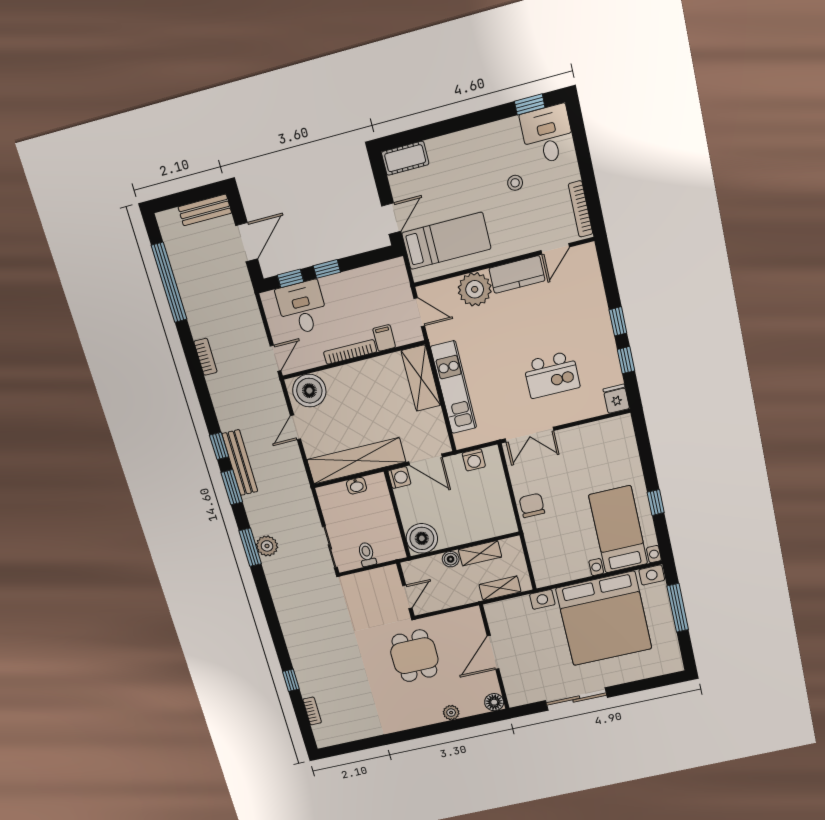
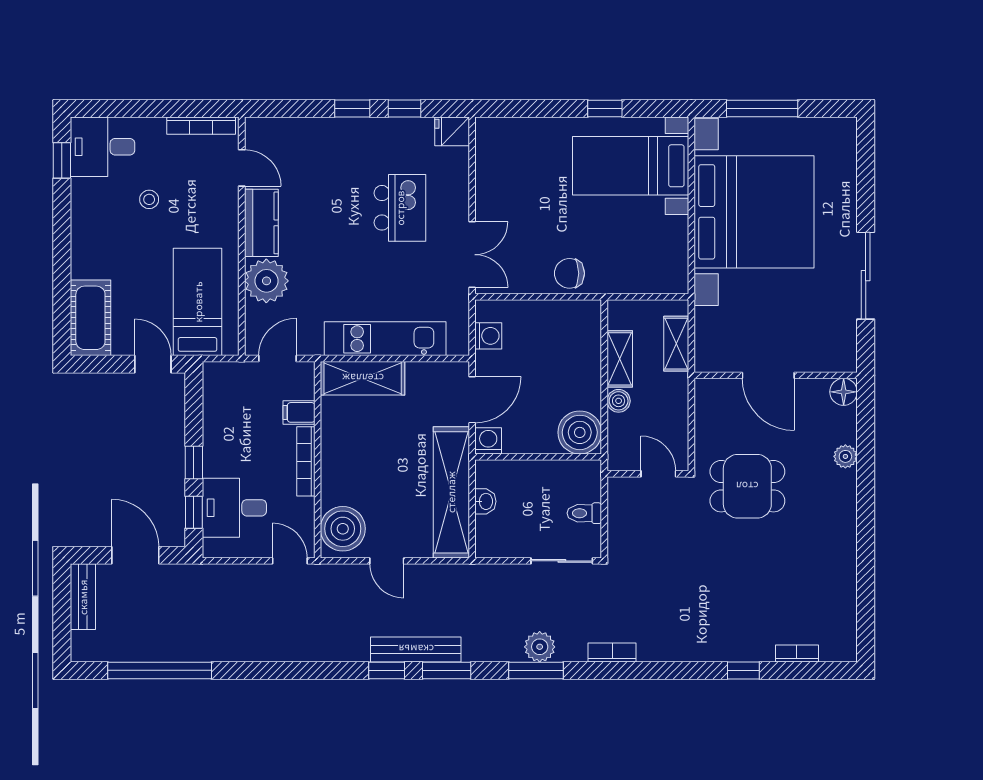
cot: (405, 158) -> (90, 318), width x1.37, depth x1.34
bookcase: (205, 357) -> (612, 653), moved

